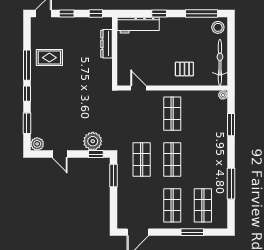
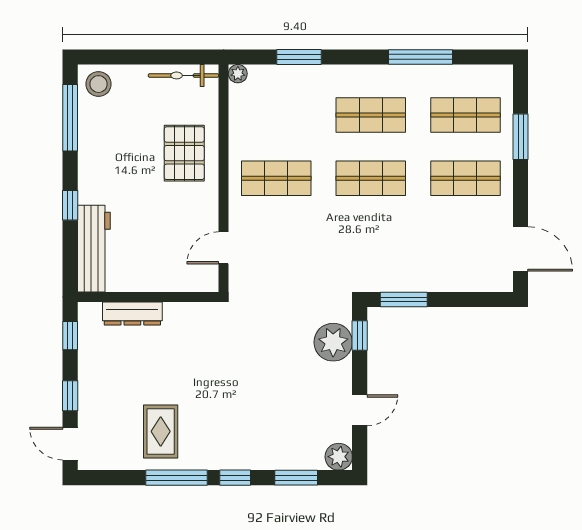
bicycle: (220, 62) -> (184, 75), width x0.73, depth x0.71
pallet: (184, 69) -> (184, 153), width x1.50, depth x1.42
shop shelf: (142, 159) -> (371, 115), moved

